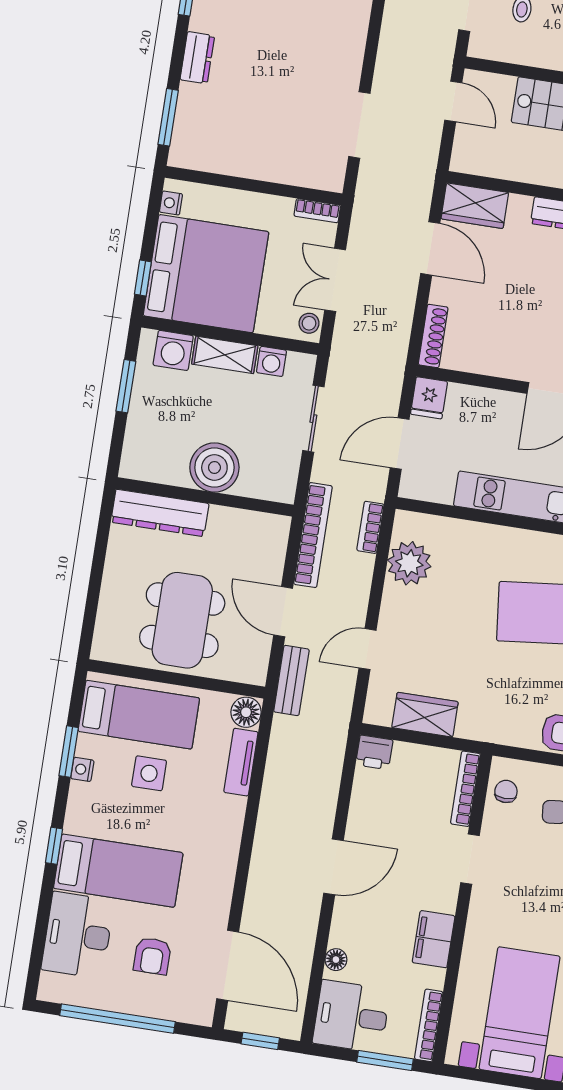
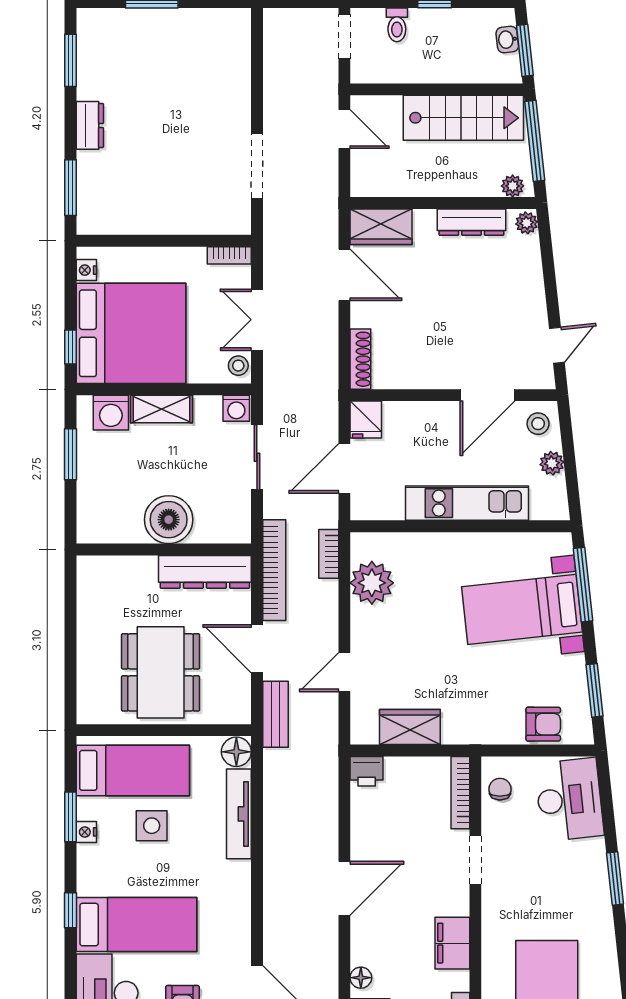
washing machine: (271, 361) -> (236, 408), moved
dresser: (160, 513) -> (205, 572), moved
tv unit: (241, 762) -> (239, 814), width x1.41

